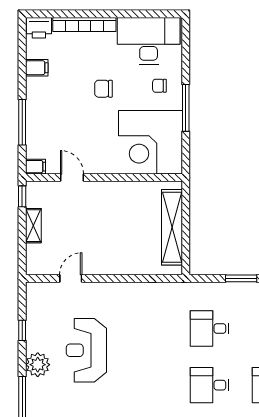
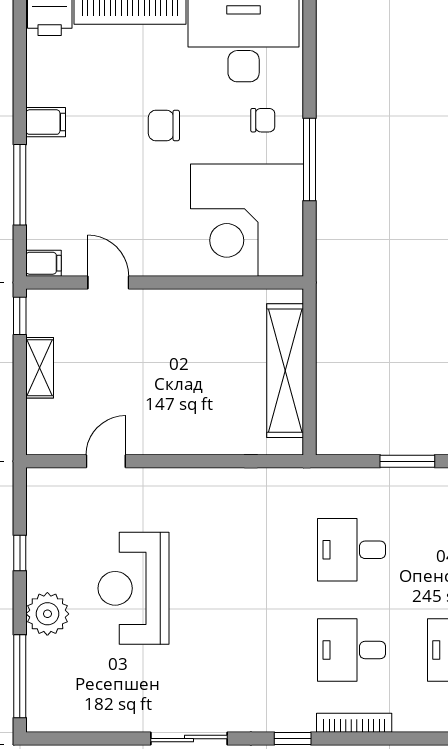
filing cabinet: (37, 68) -> (46, 122), moved
chair: (159, 86) -> (263, 120), turned 180

